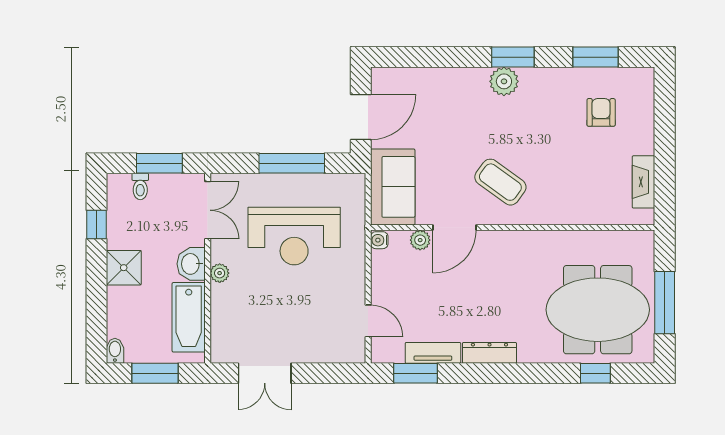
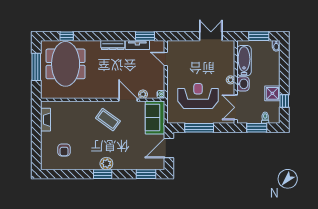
window: (596, 57) -> (146, 174), moved
door: (454, 228) -> (128, 100), hinge flipped
shower: (124, 268) -> (272, 93), moved
meeting table: (598, 310) -> (66, 64), turned 90

